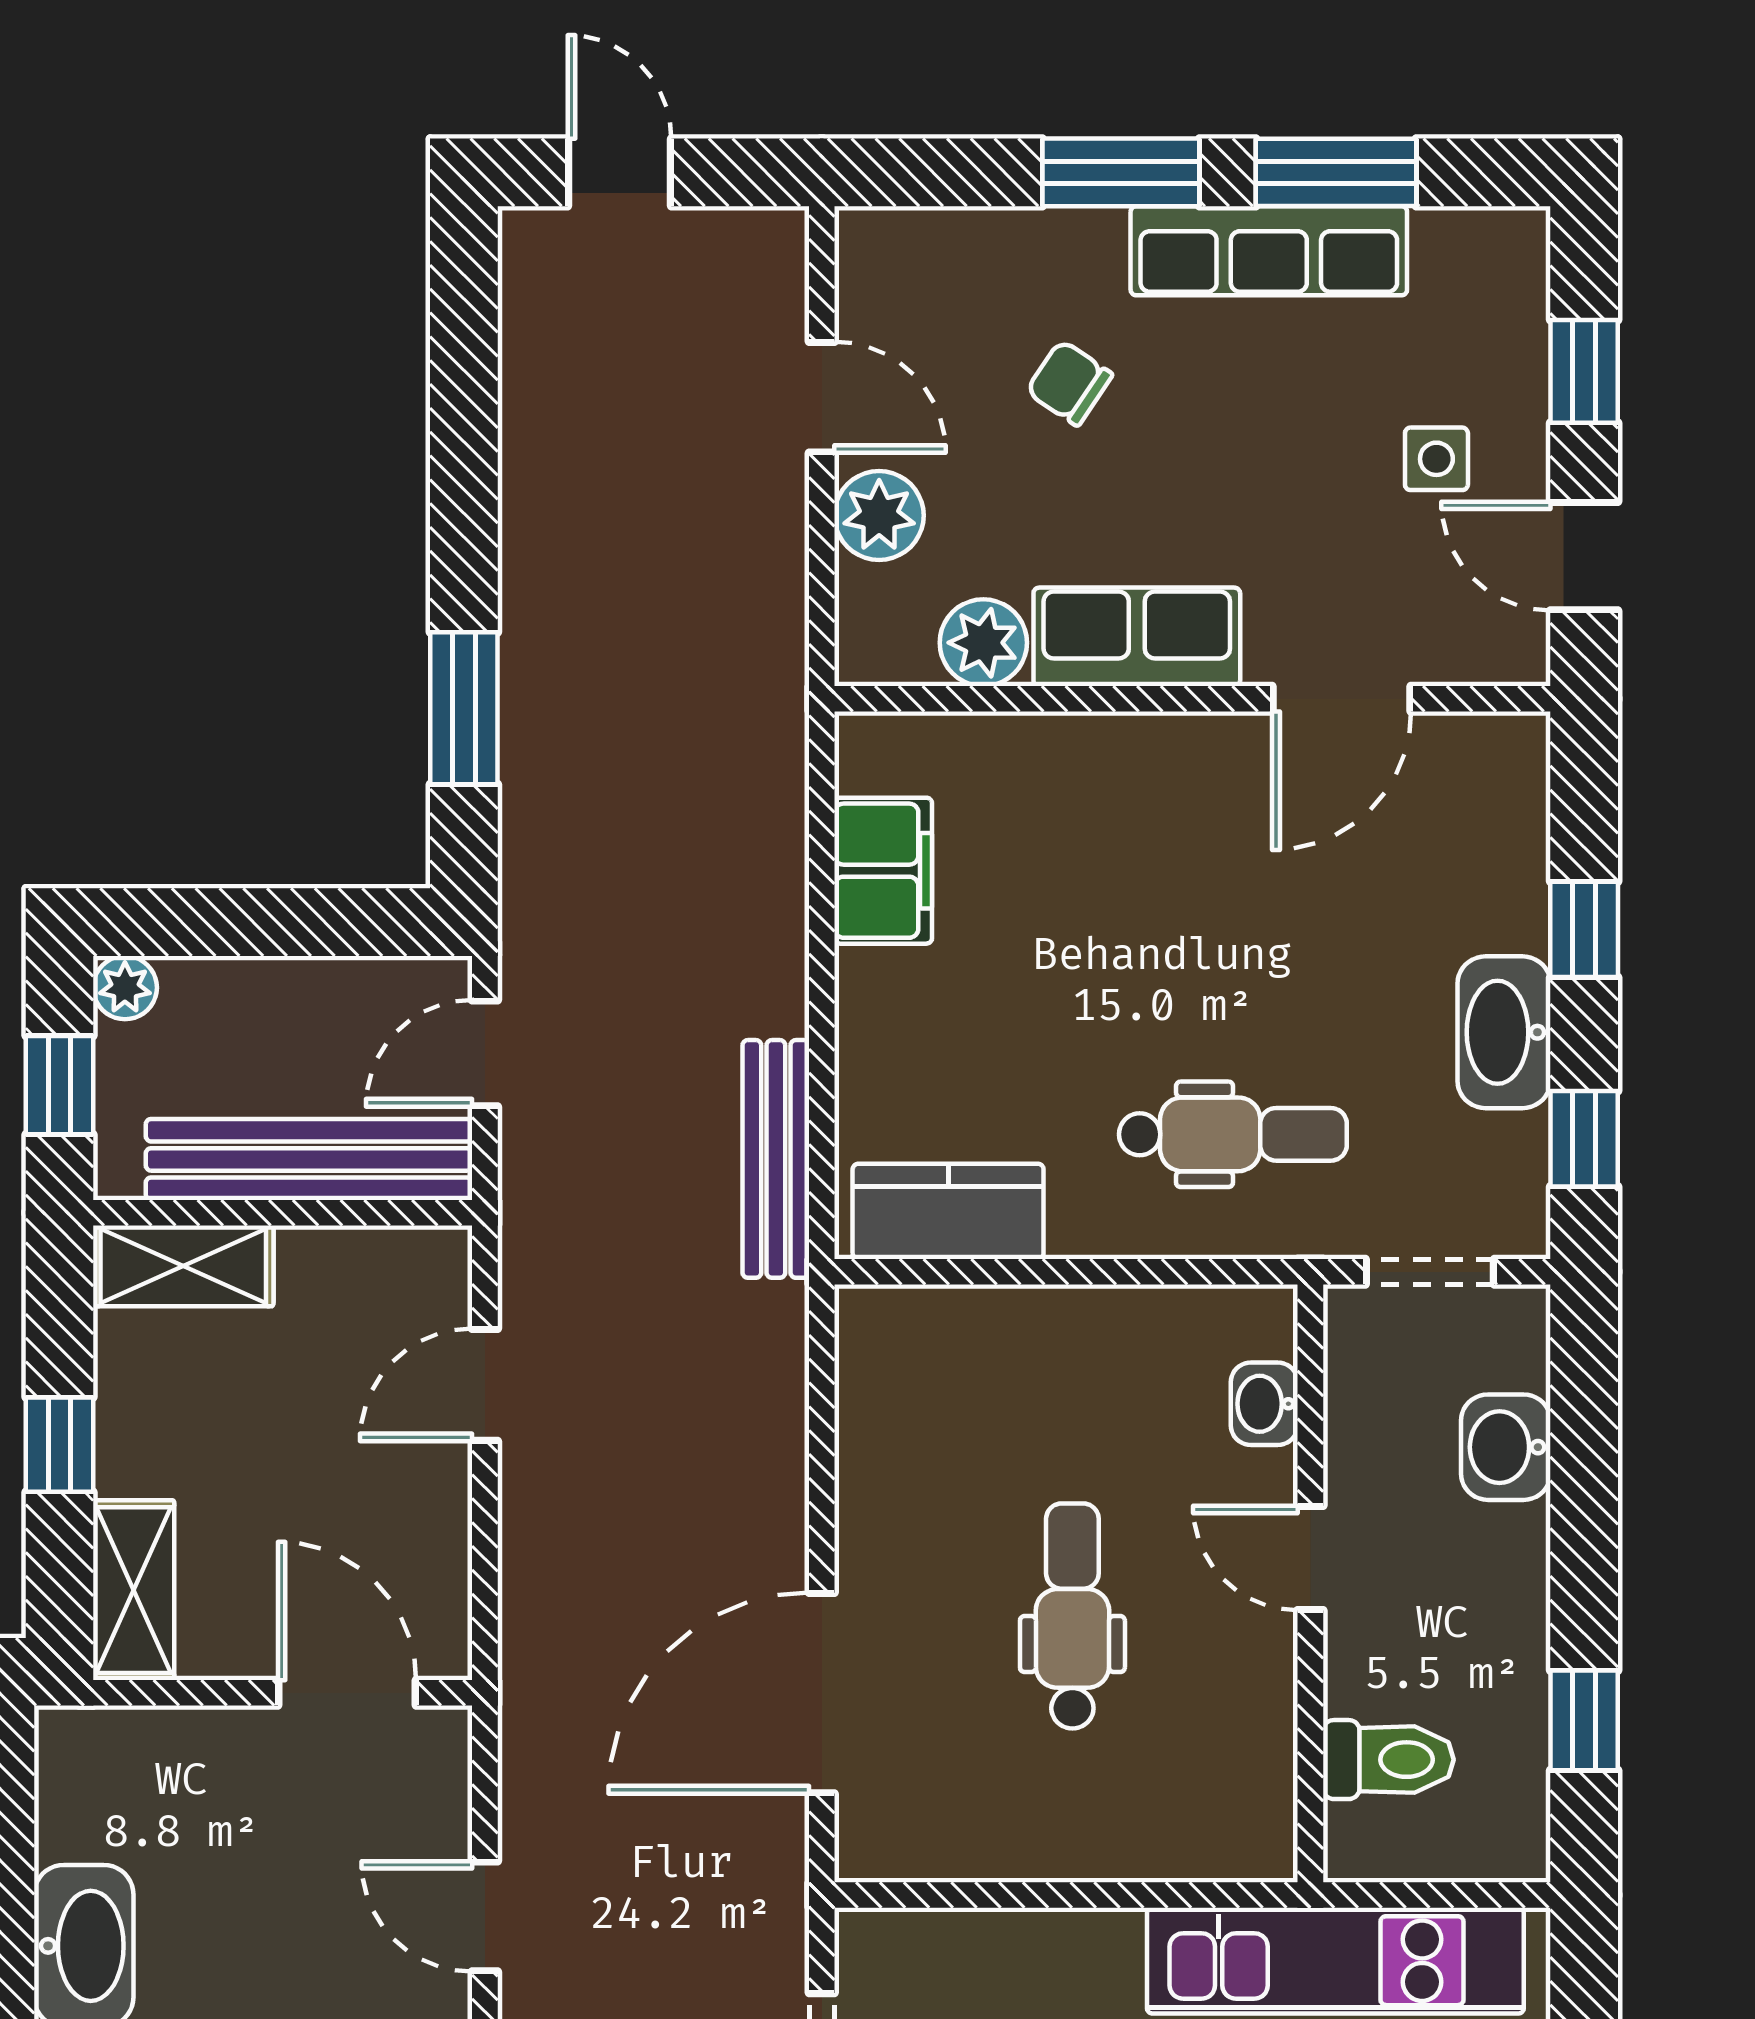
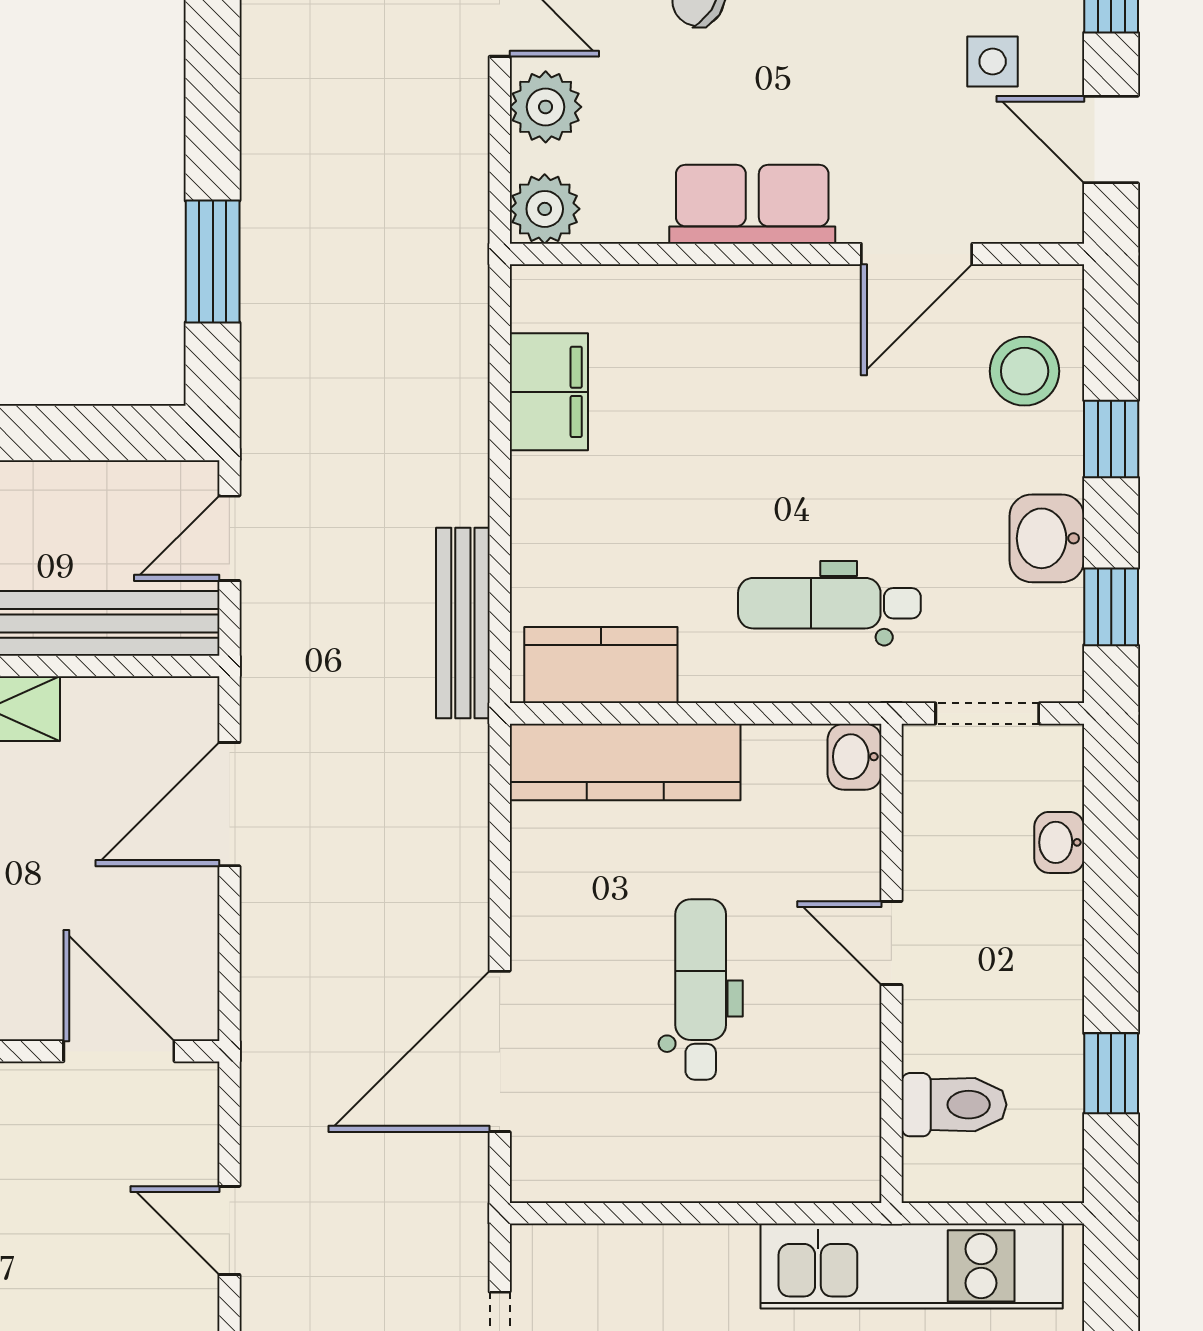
plant: (983, 643) -> (545, 209), moved
stool: (1476, 845) -> (1025, 371), added
washbasin: (1504, 1032) -> (1047, 538), width x0.72
dental chair: (1233, 1134) -> (829, 603), turned 180
kitchen counter: (978, 1332) -> (625, 762), added
door: (485, 1385) -> (229, 804), width x1.38
washbasin: (1264, 1404) -> (855, 757), moved
washbasin: (1506, 1447) -> (1059, 842), width x0.72, depth x0.69

